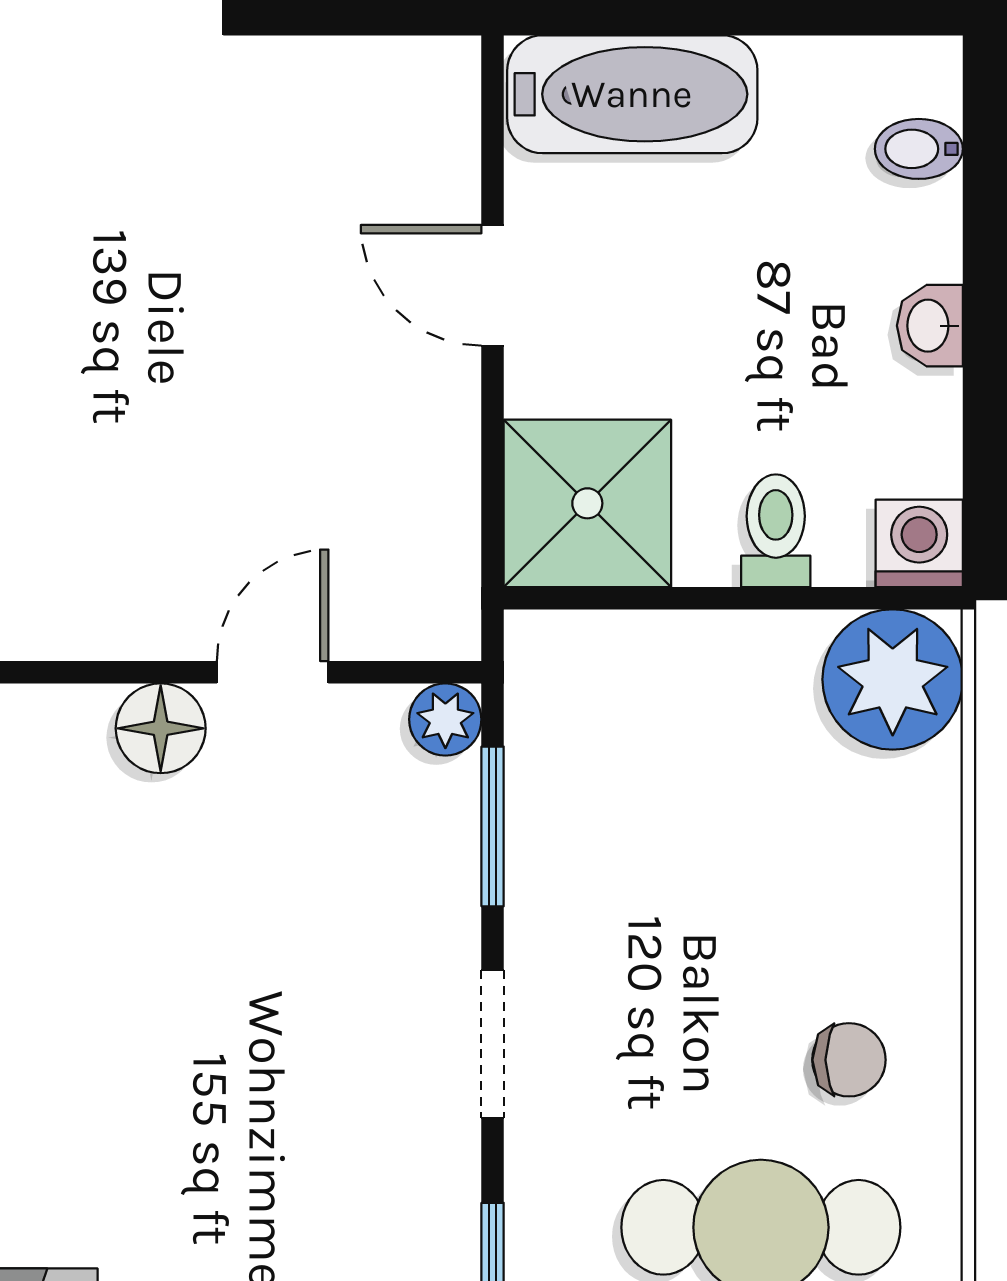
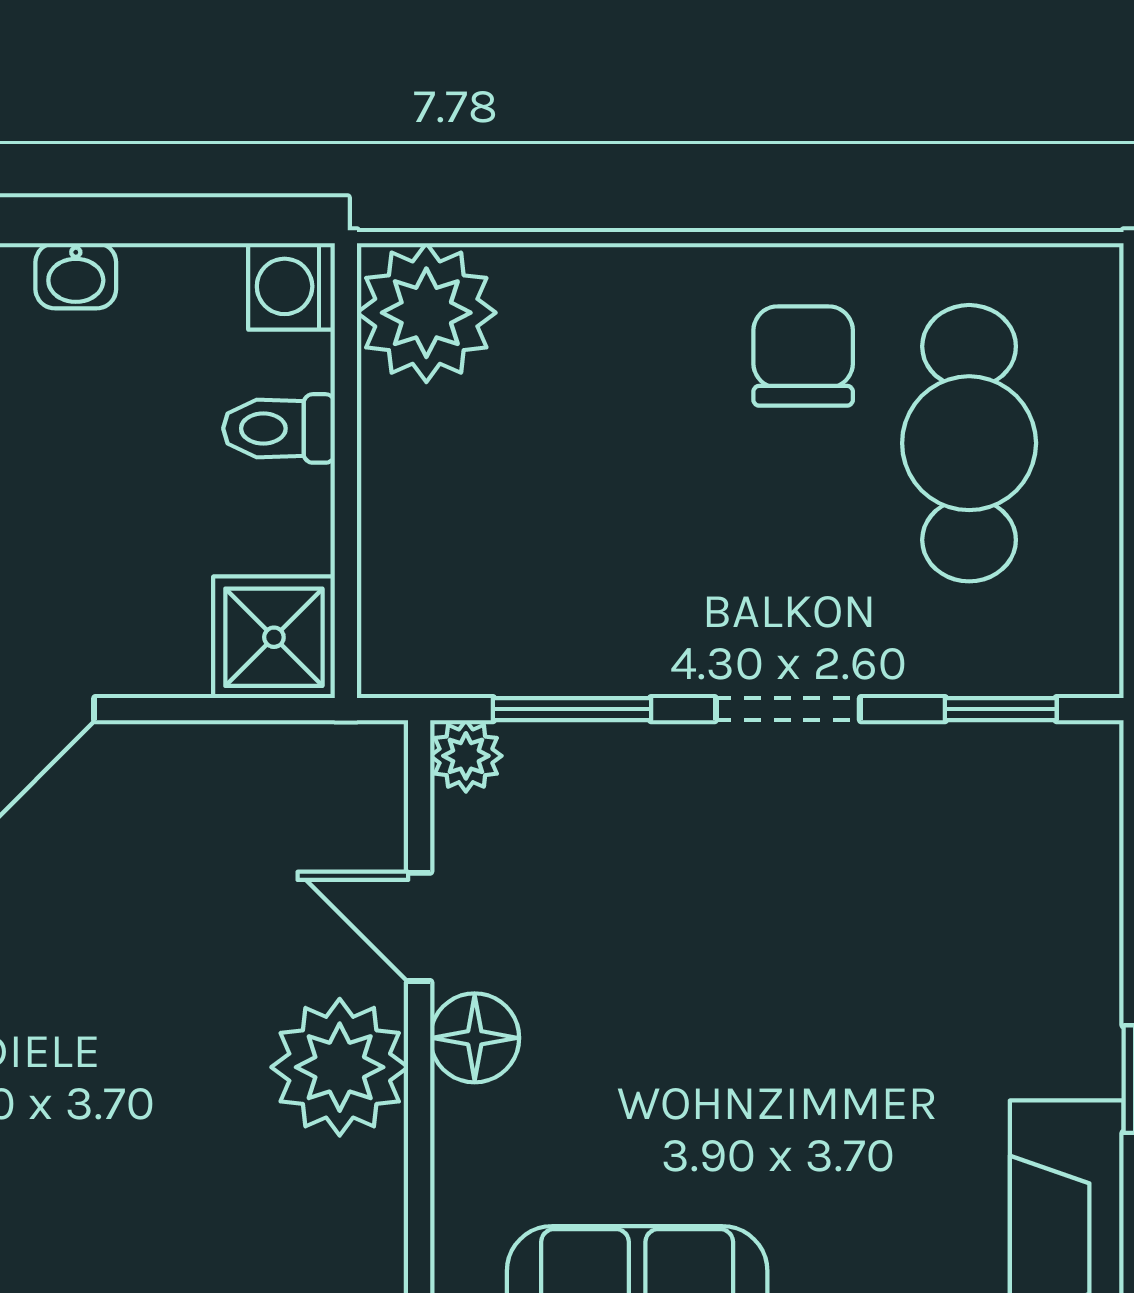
shower: (587, 503) -> (274, 637), width x0.73, depth x0.73
plant: (131, 592) -> (340, 1067), added
chair: (849, 1060) -> (803, 356), width x1.37, depth x1.37

